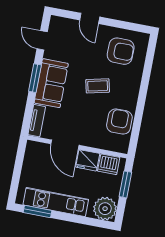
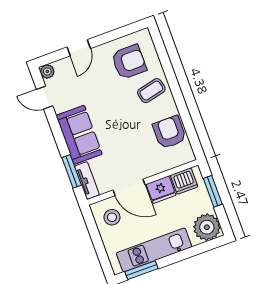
door: (90, 18) -> (79, 48), hinge flipped
plant: (56, 22) -> (47, 72), added
window: (35, 78) -> (72, 171), moved
coffee table: (98, 86) -> (151, 91), moved
stool: (39, 159) -> (112, 217), added

